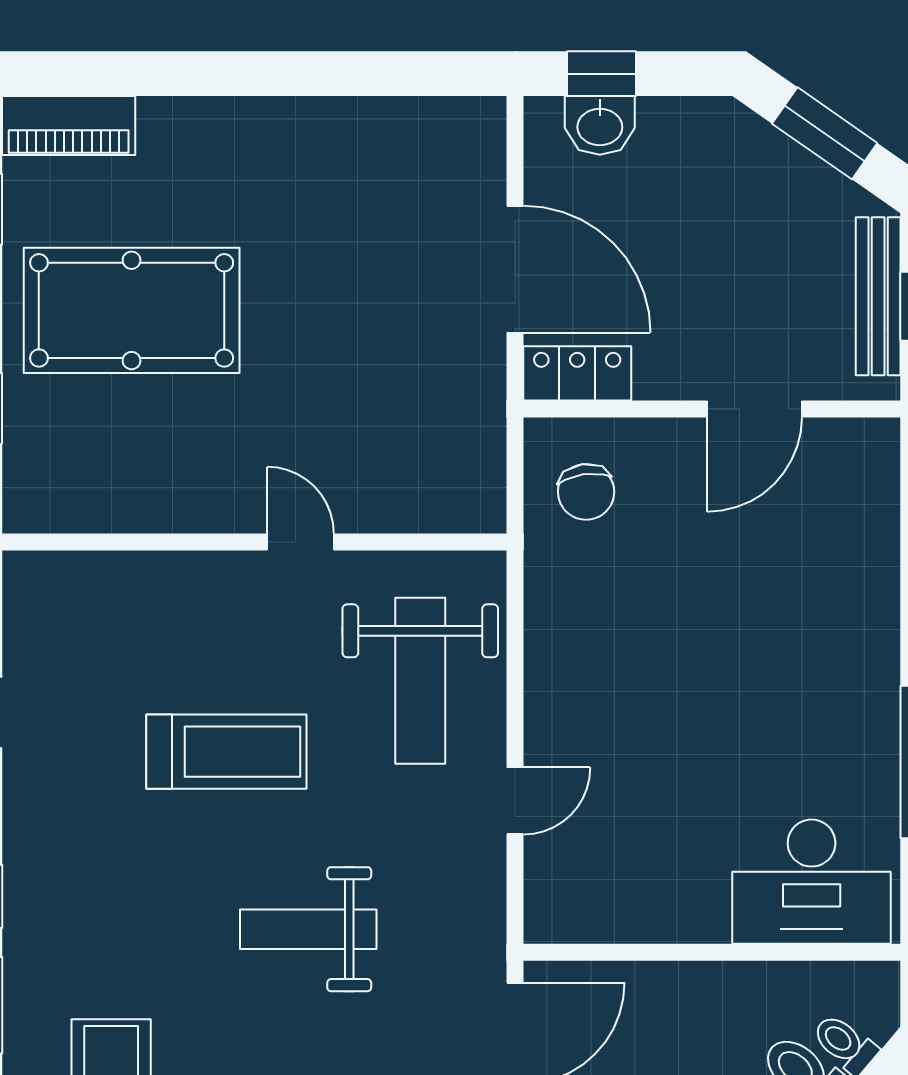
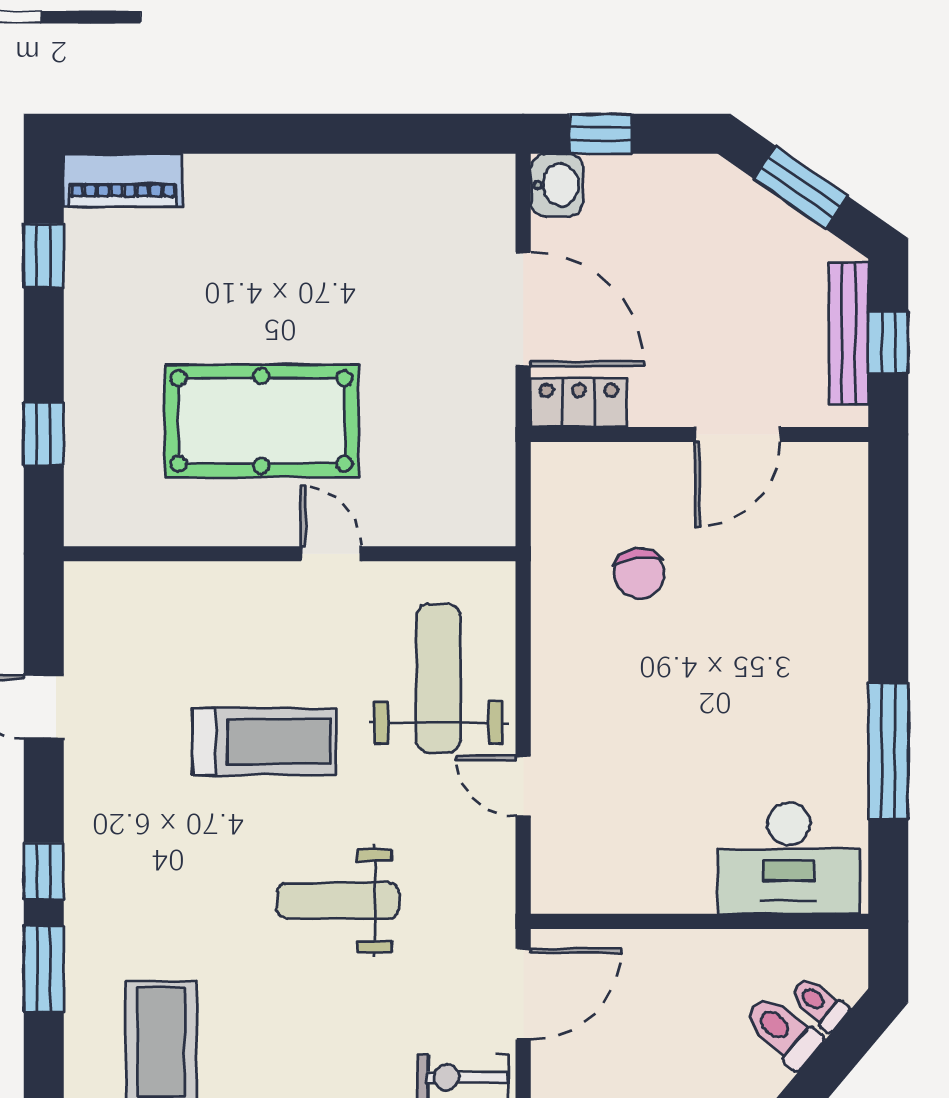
washbasin: (600, 125) -> (557, 185), moved, turned -90
pool table: (132, 310) -> (261, 421), moved
chair: (586, 492) -> (639, 573), moved
weight bench: (420, 681) -> (438, 678), turned 180
door: (515, 801) -> (523, 786), swing flipped

